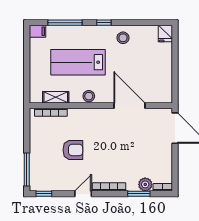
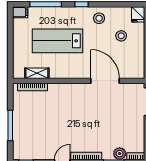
stool: (89, 96) -> (121, 36), moved
armchair: (73, 150) -> (53, 122), removed
window: (27, 170) -> (10, 126), moved

